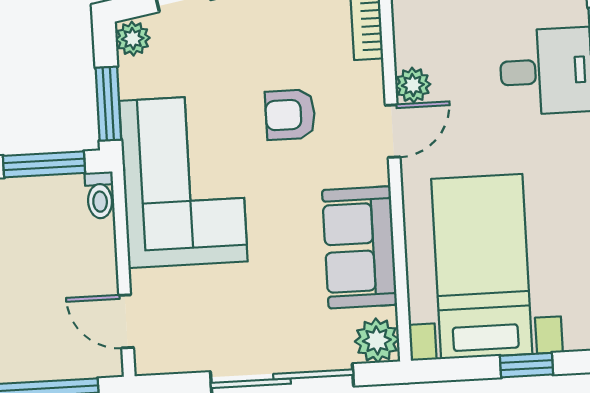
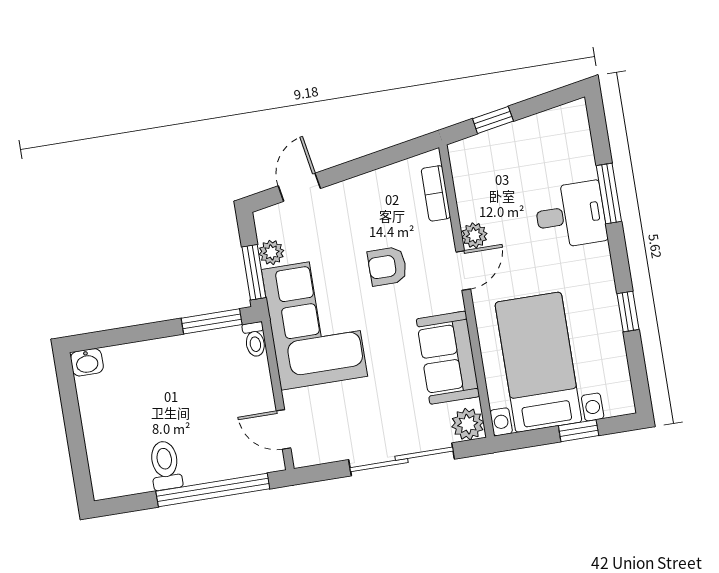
plant: (133, 39) -> (271, 252), moved

